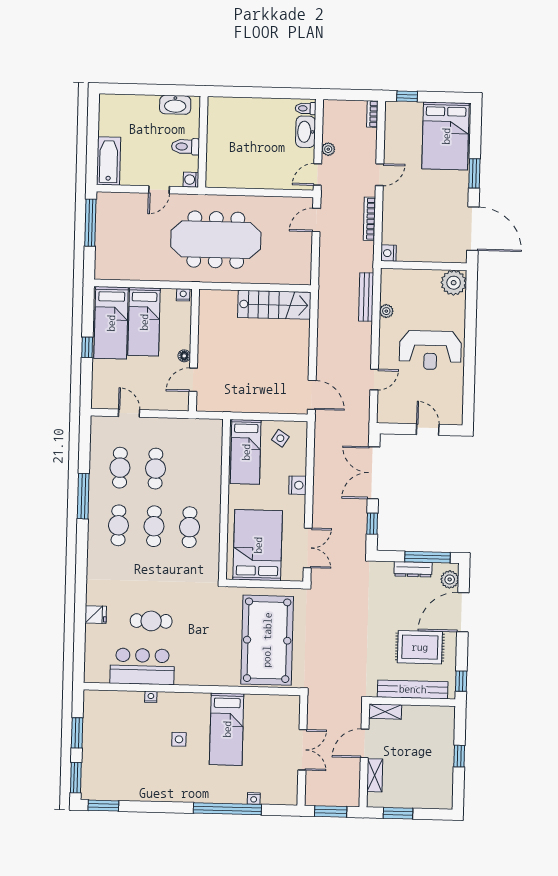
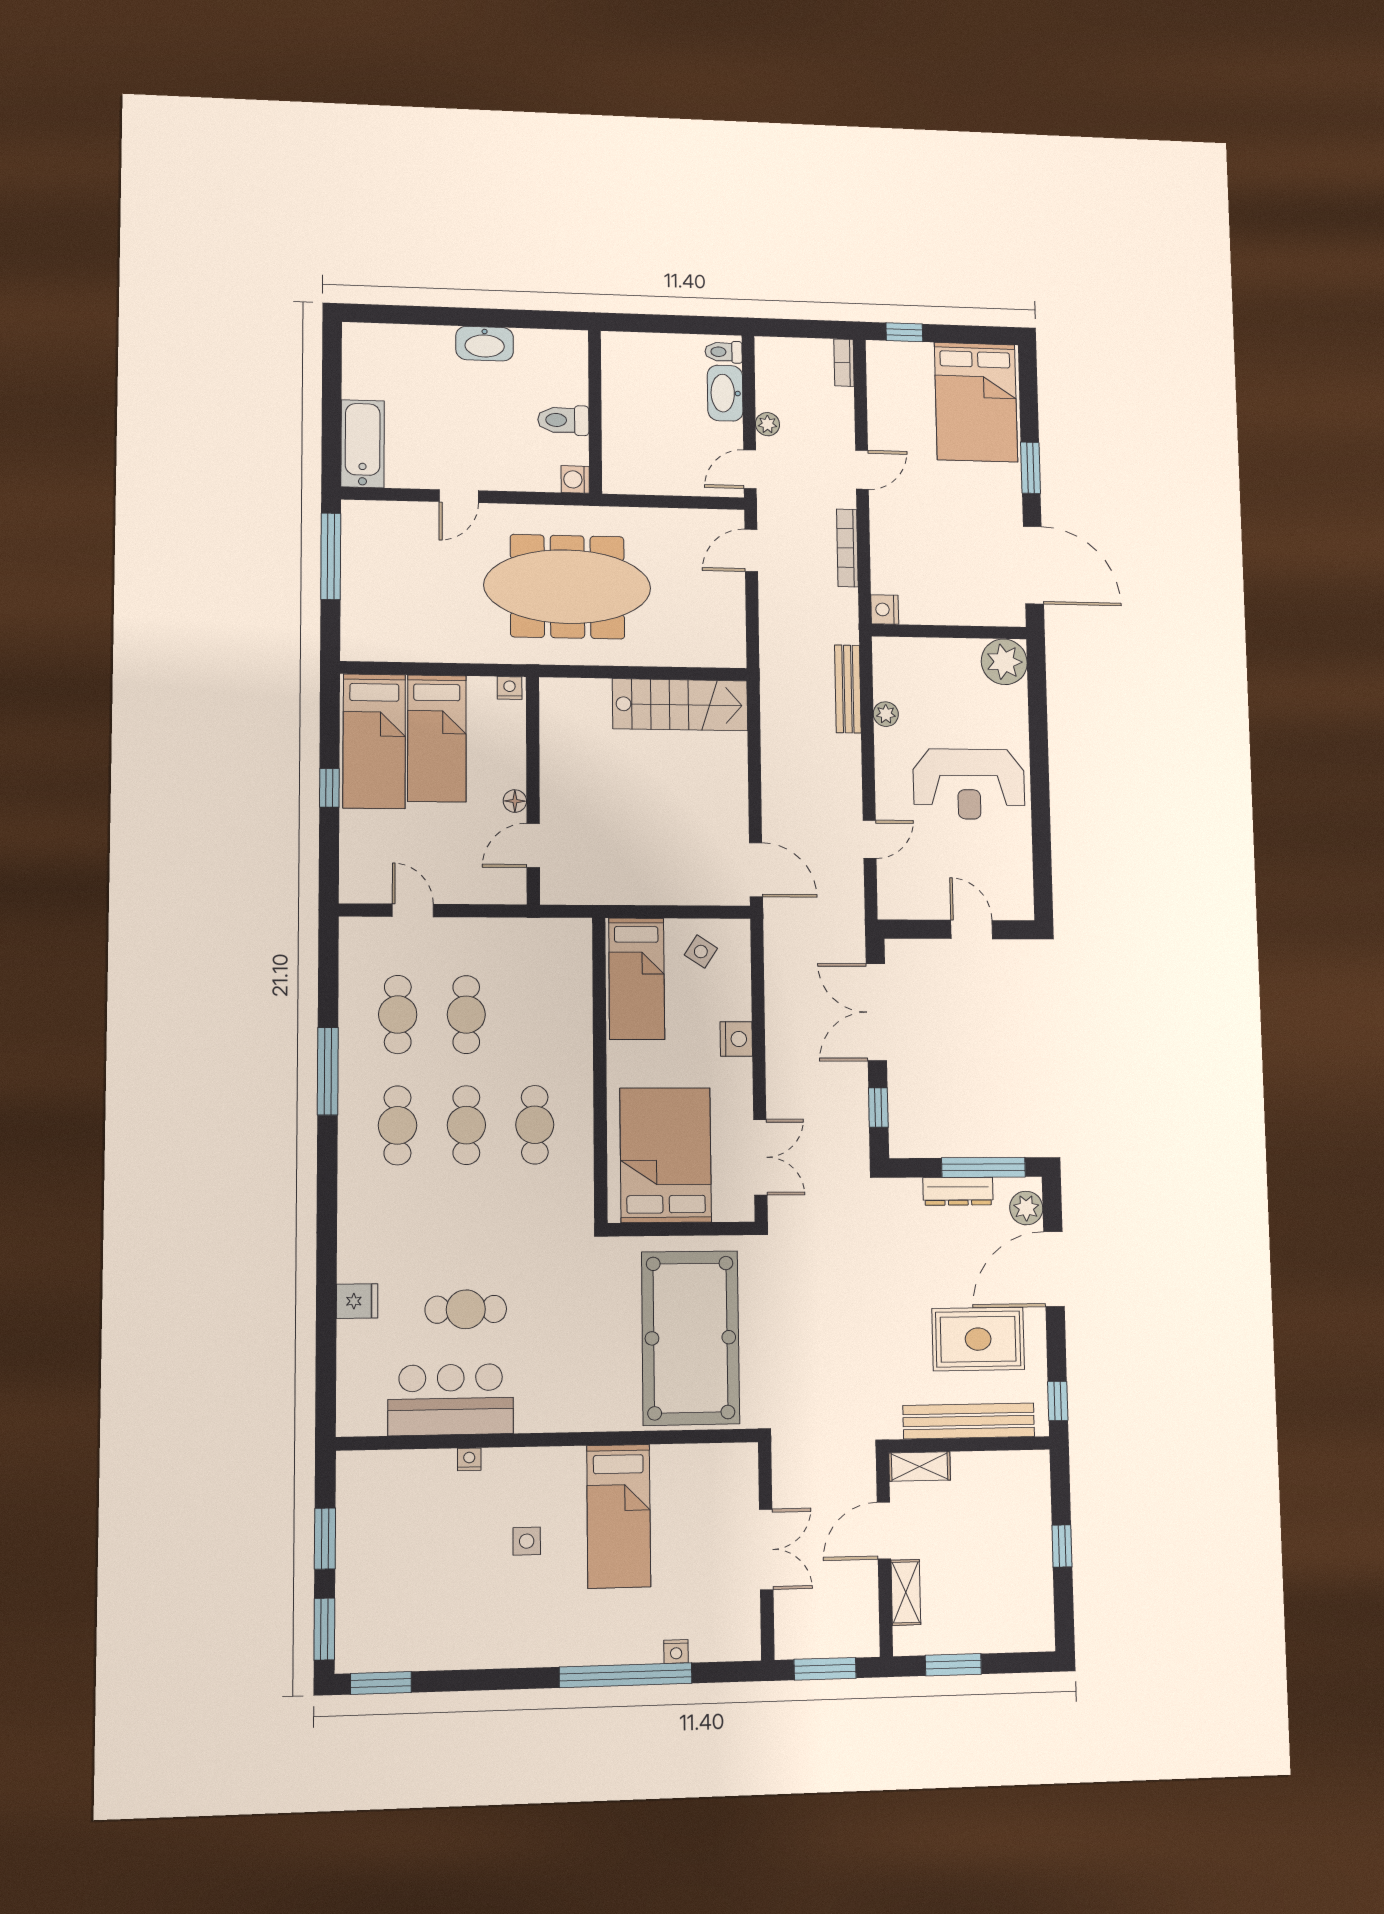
wall: (203, 142) -> (595, 412), moved
toilet: (185, 147) -> (563, 420), moved
washing machine: (191, 180) -> (575, 479), moved

